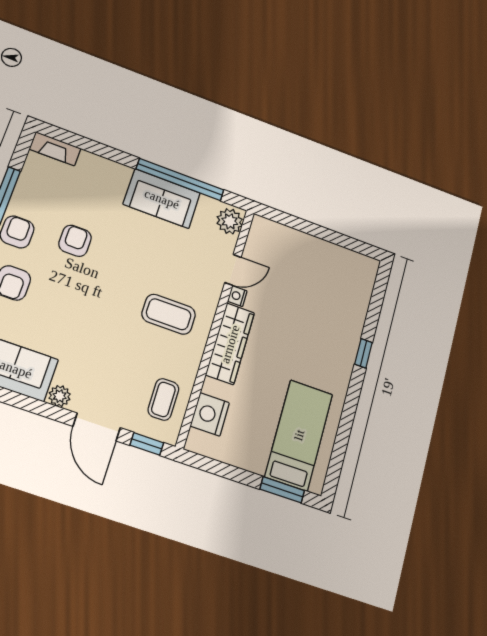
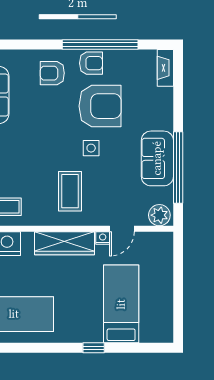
armchair: (75, 241) -> (100, 106), width x1.88, depth x1.88
side table: (124, 270) -> (91, 148), added
door: (233, 270) -> (122, 229), hinge flipped
bed: (321, 303) -> (121, 304), added

